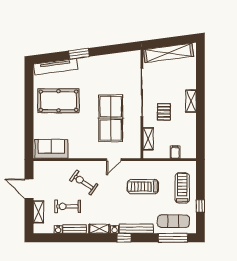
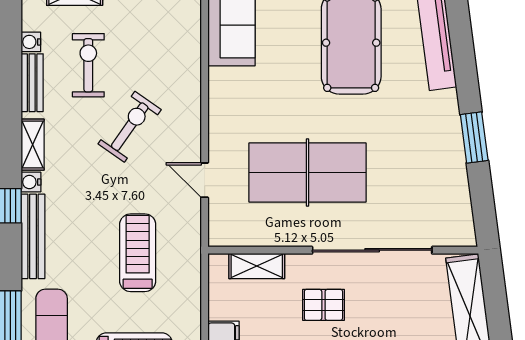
window: (79, 54) -> (474, 137), moved
exercise bike: (84, 182) -> (130, 127), moved

